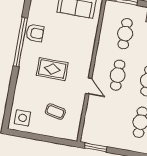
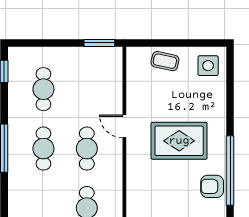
rug: (52, 69) -> (179, 141), width x1.36, depth x1.43
coffee table: (55, 112) -> (165, 61), moved

